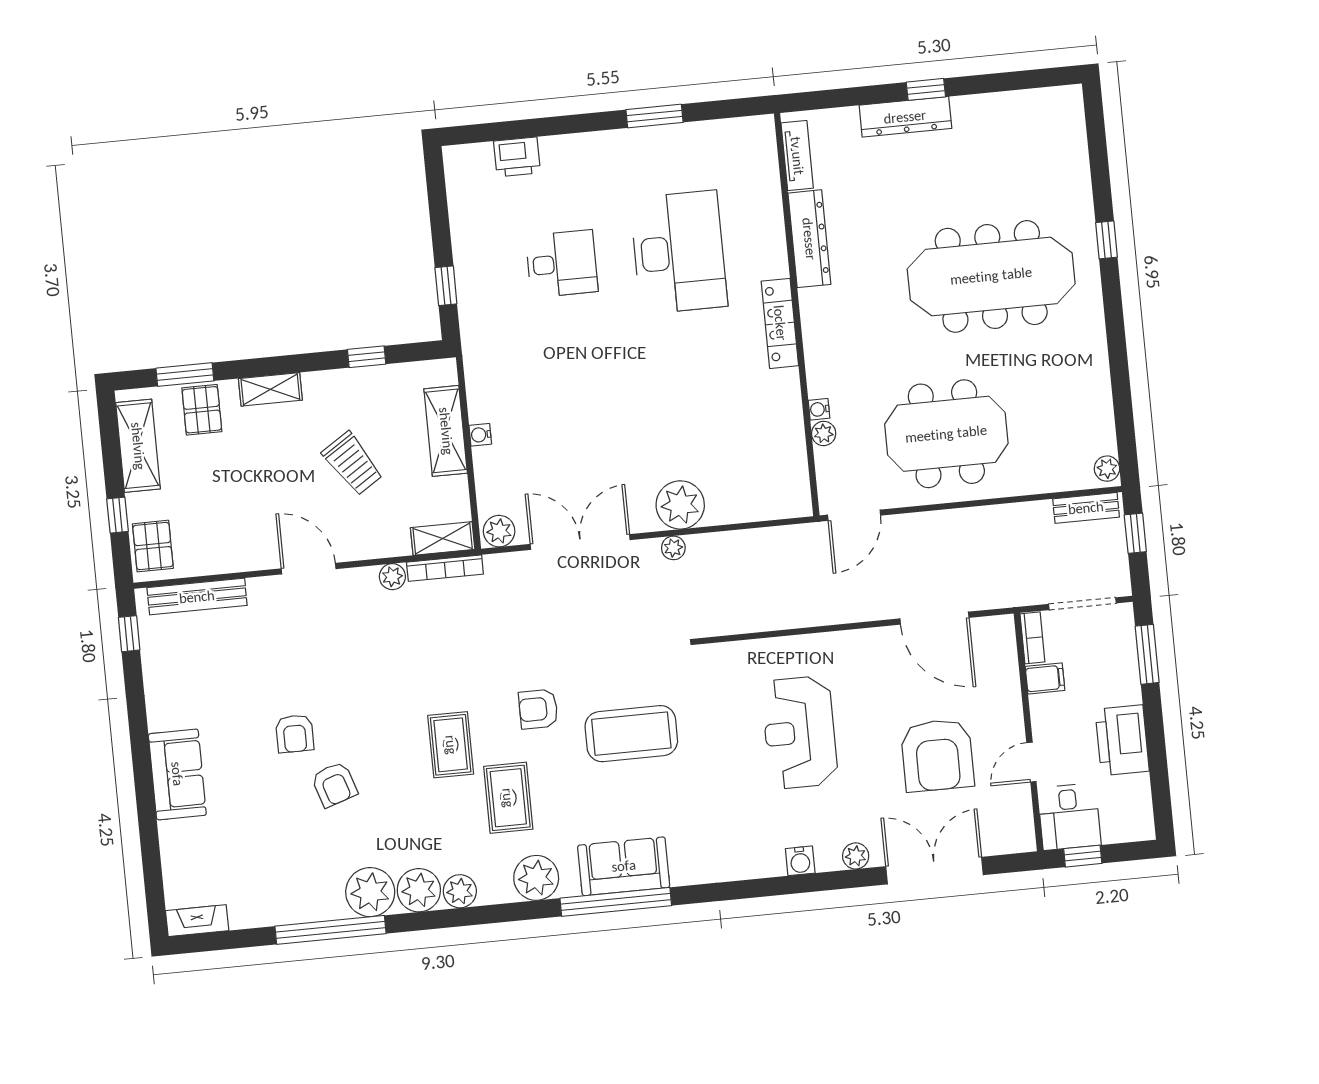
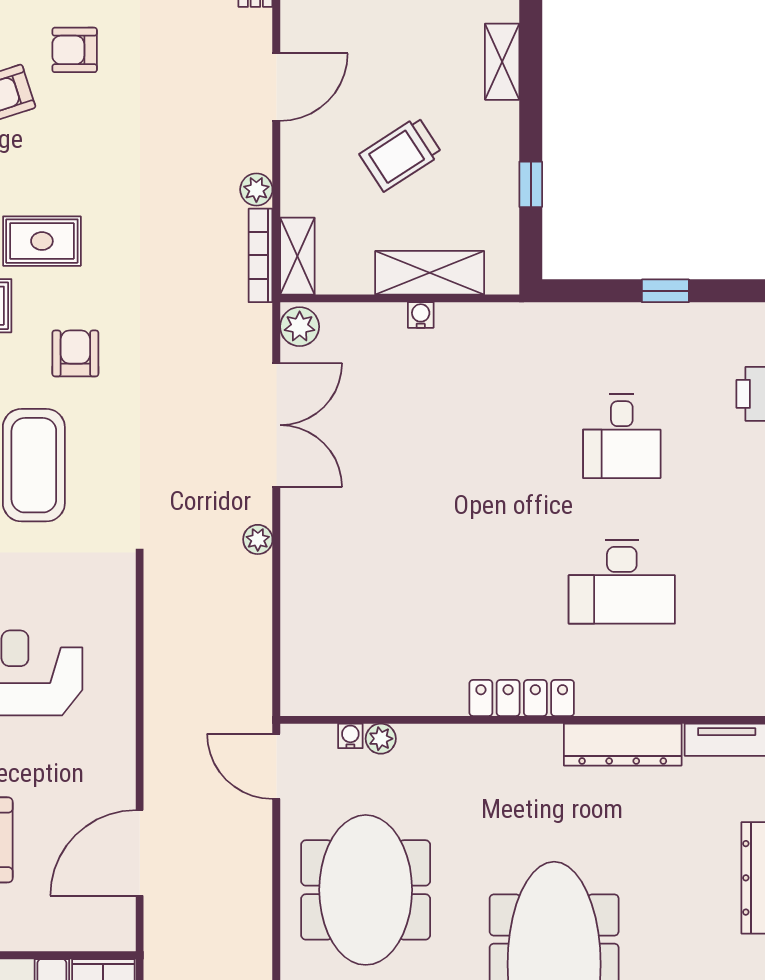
desk: (679, 252) -> (622, 582), width x0.73, depth x0.77
window: (446, 286) -> (665, 291), moved
water cooler: (819, 409) -> (350, 736), moved
plant: (680, 505) -> (310, 553), removed

